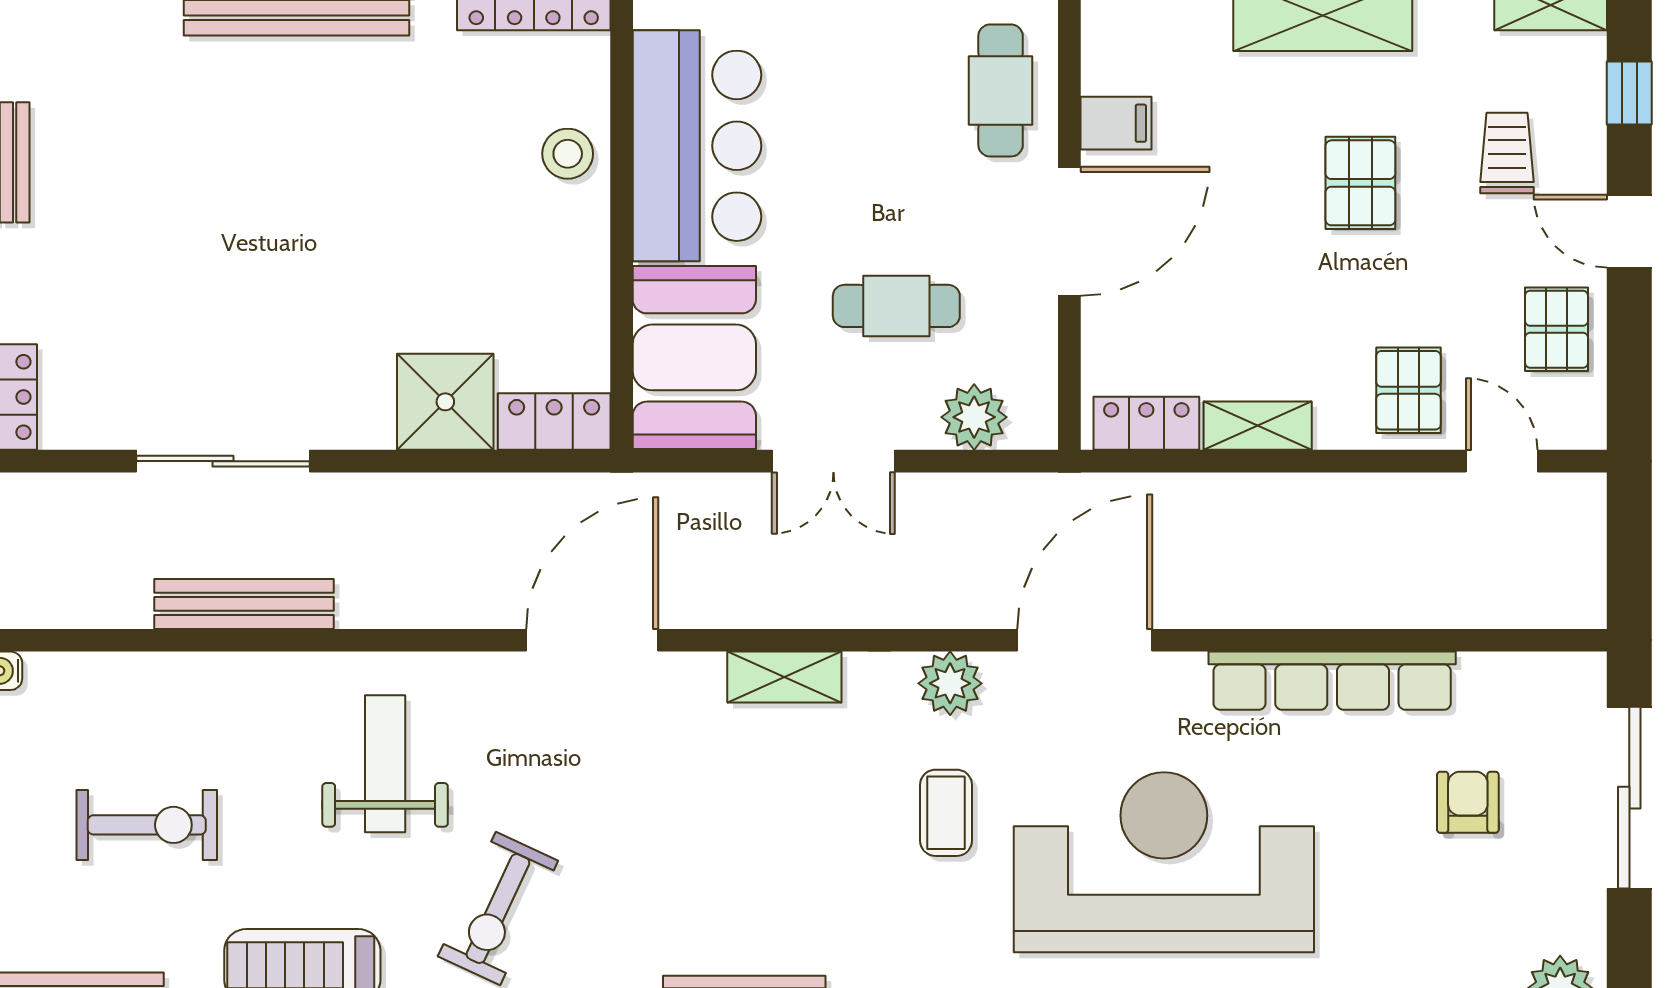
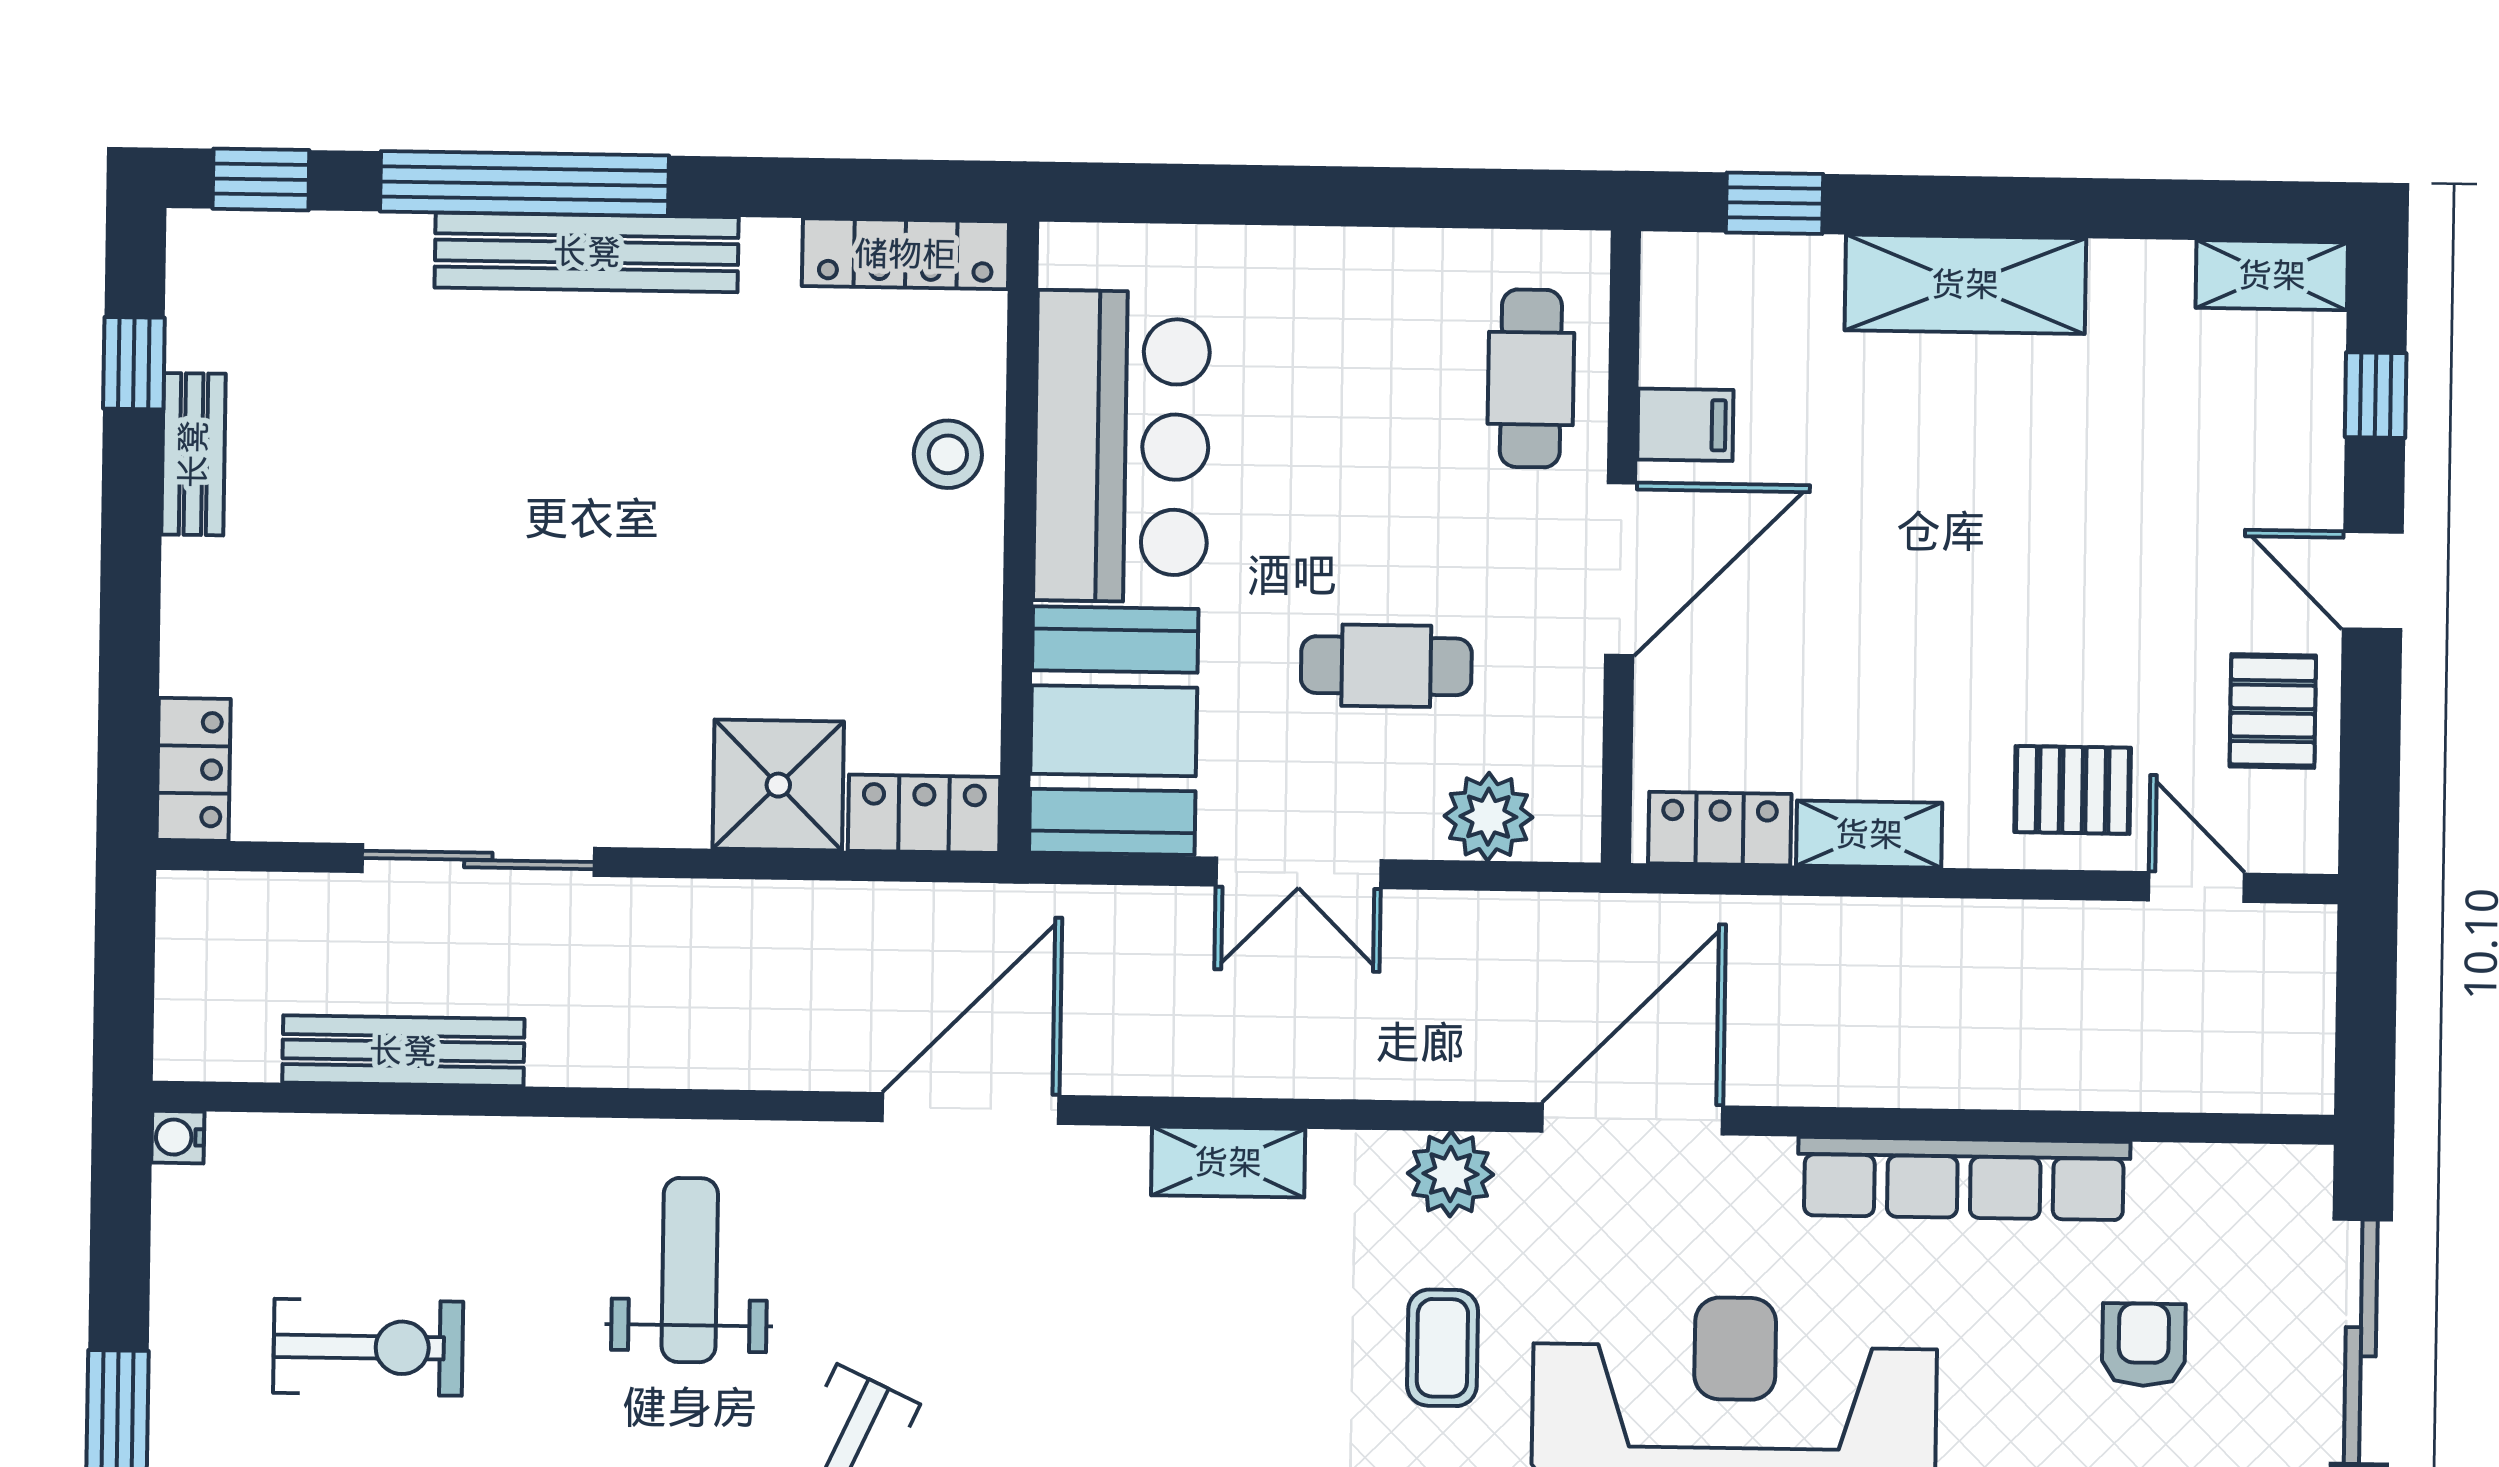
trolley: (1507, 153) -> (2210, 473), removed
pallet: (1360, 183) -> (2012, 510), removed
pallet: (1408, 390) -> (2073, 790), turned 90
bench: (244, 604) -> (403, 1051), moved

